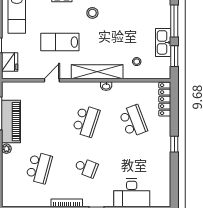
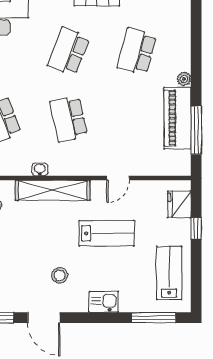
school desk: (86, 121) -> (69, 119), turned -30
school desk: (86, 168) -> (69, 51), width x1.85

